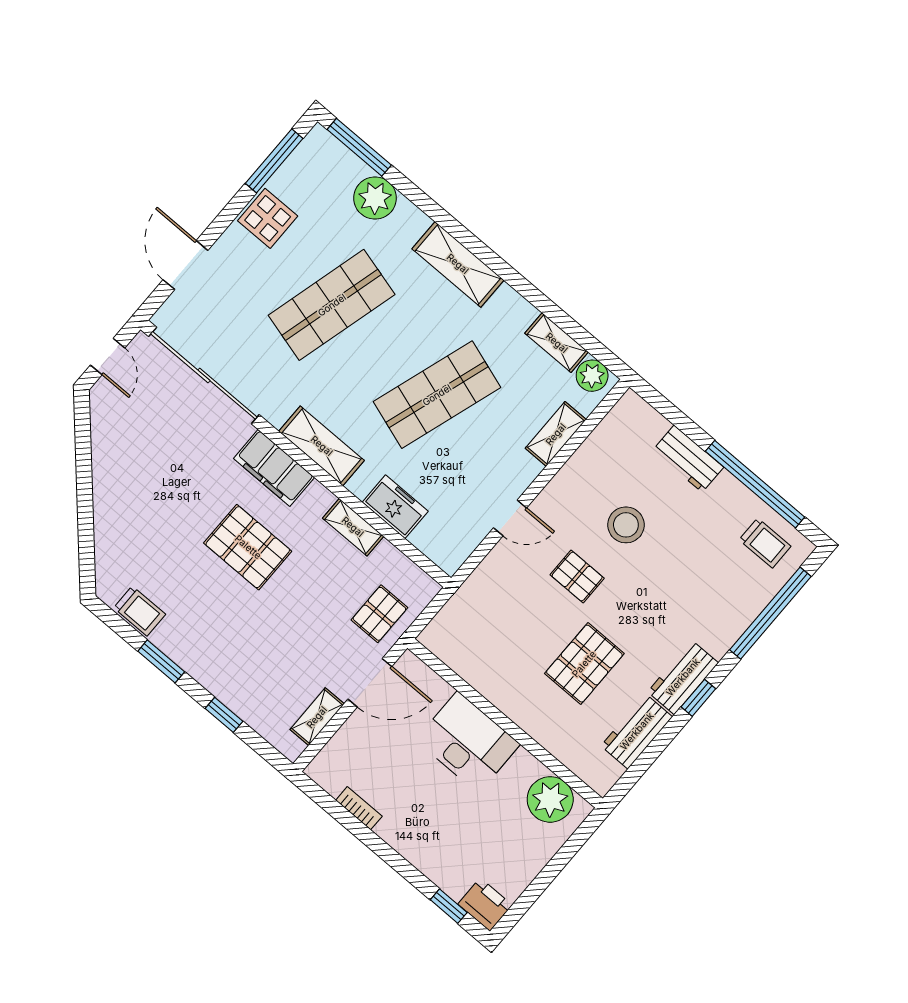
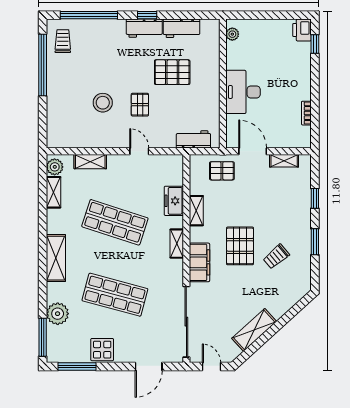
door: (108, 357) -> (211, 366), hinge flipped
shelving: (322, 446) -> (177, 244), width x0.67, depth x0.75
workbench: (688, 459) -> (193, 139), moved, turned -90
shelving: (108, 464) -> (254, 330), added
trolley: (140, 611) -> (276, 257), moved, turned -130
plant: (550, 799) -> (232, 34), width x0.53, depth x0.53

